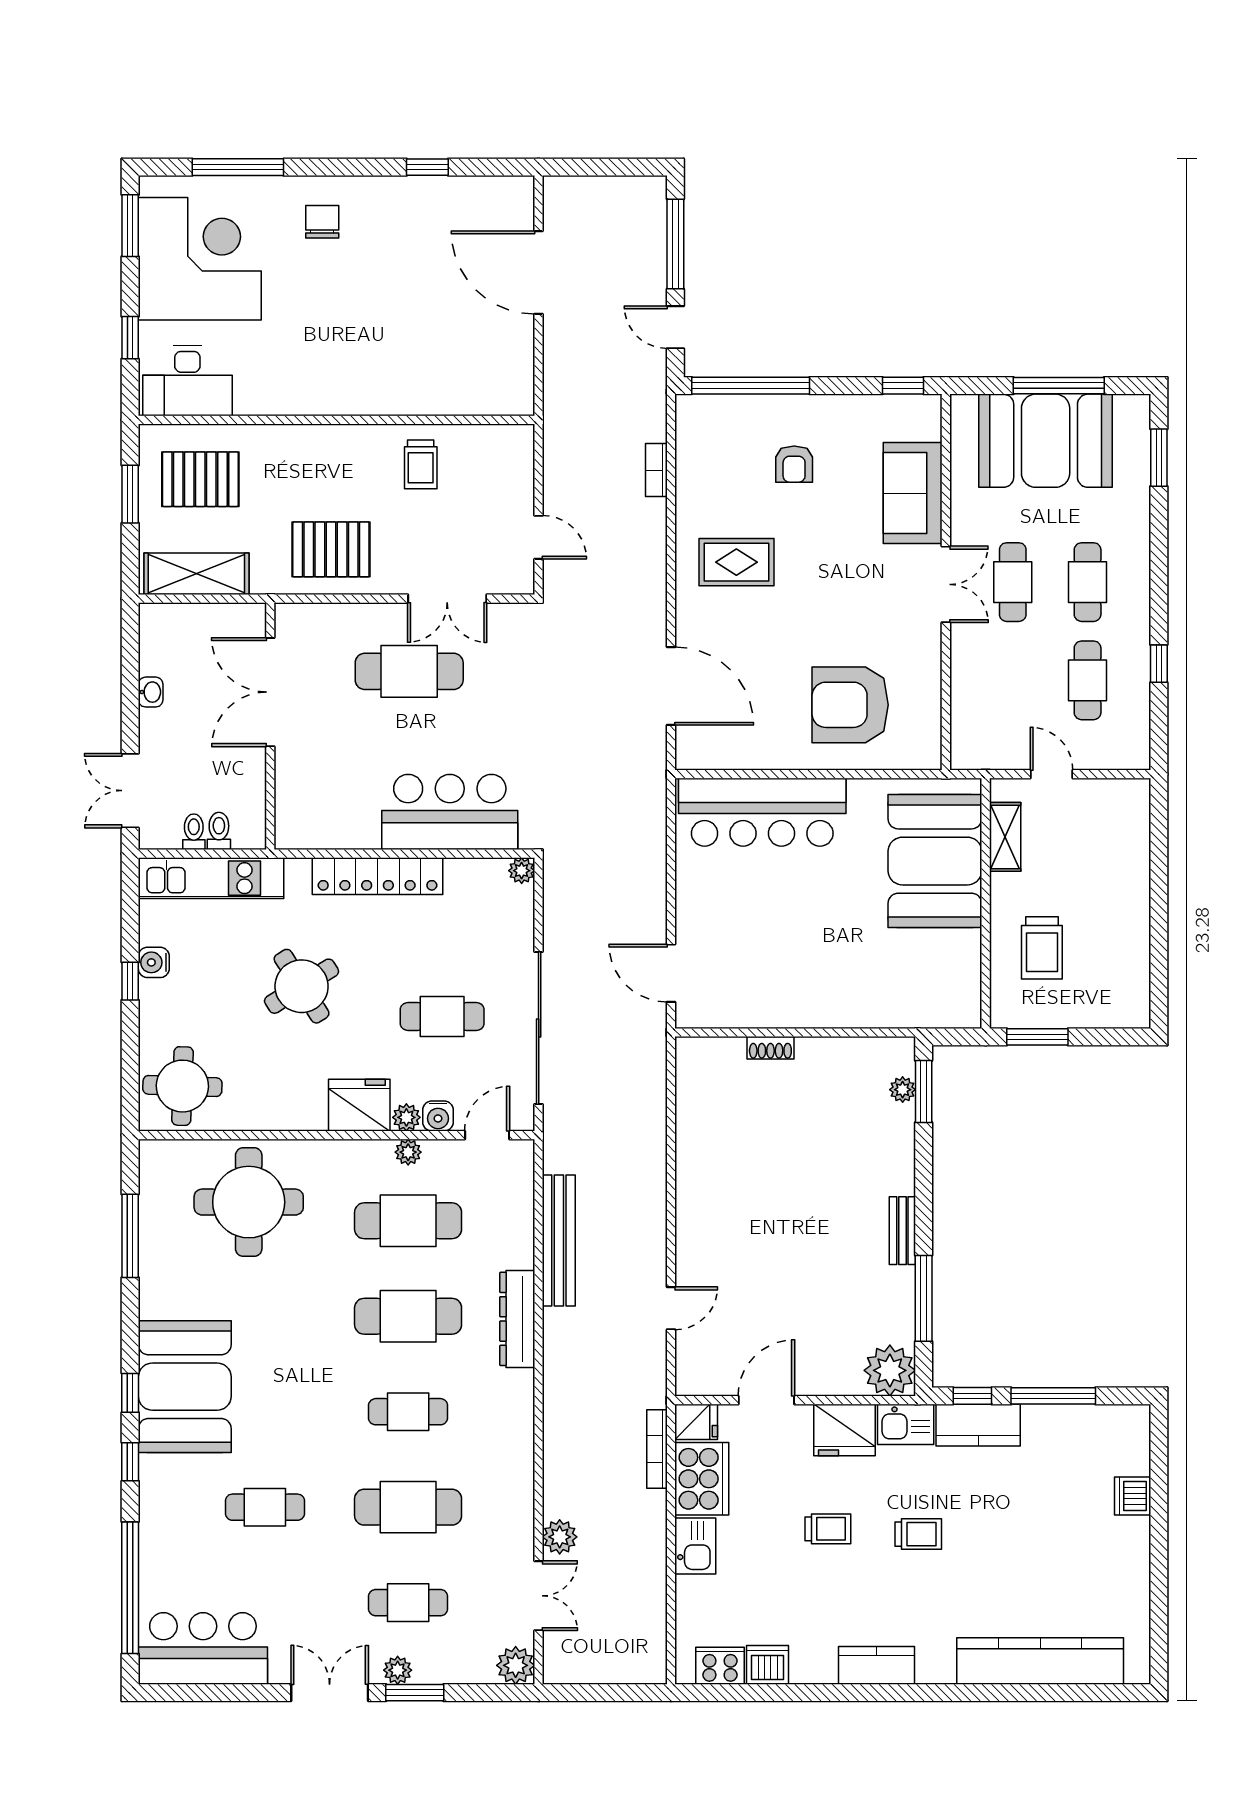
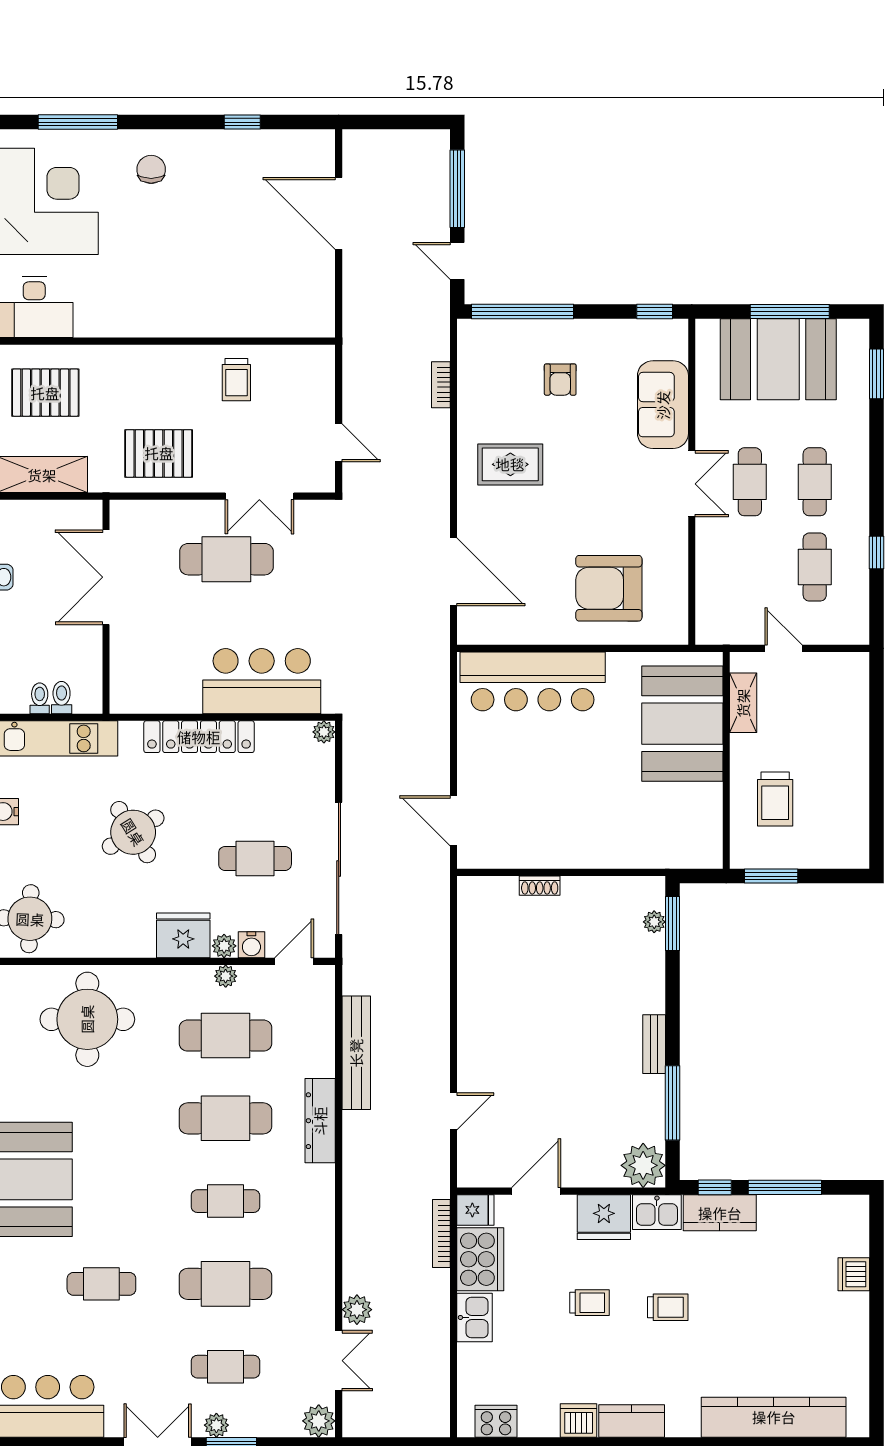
dishwasher: (768, 1665) -> (579, 1421), moved

